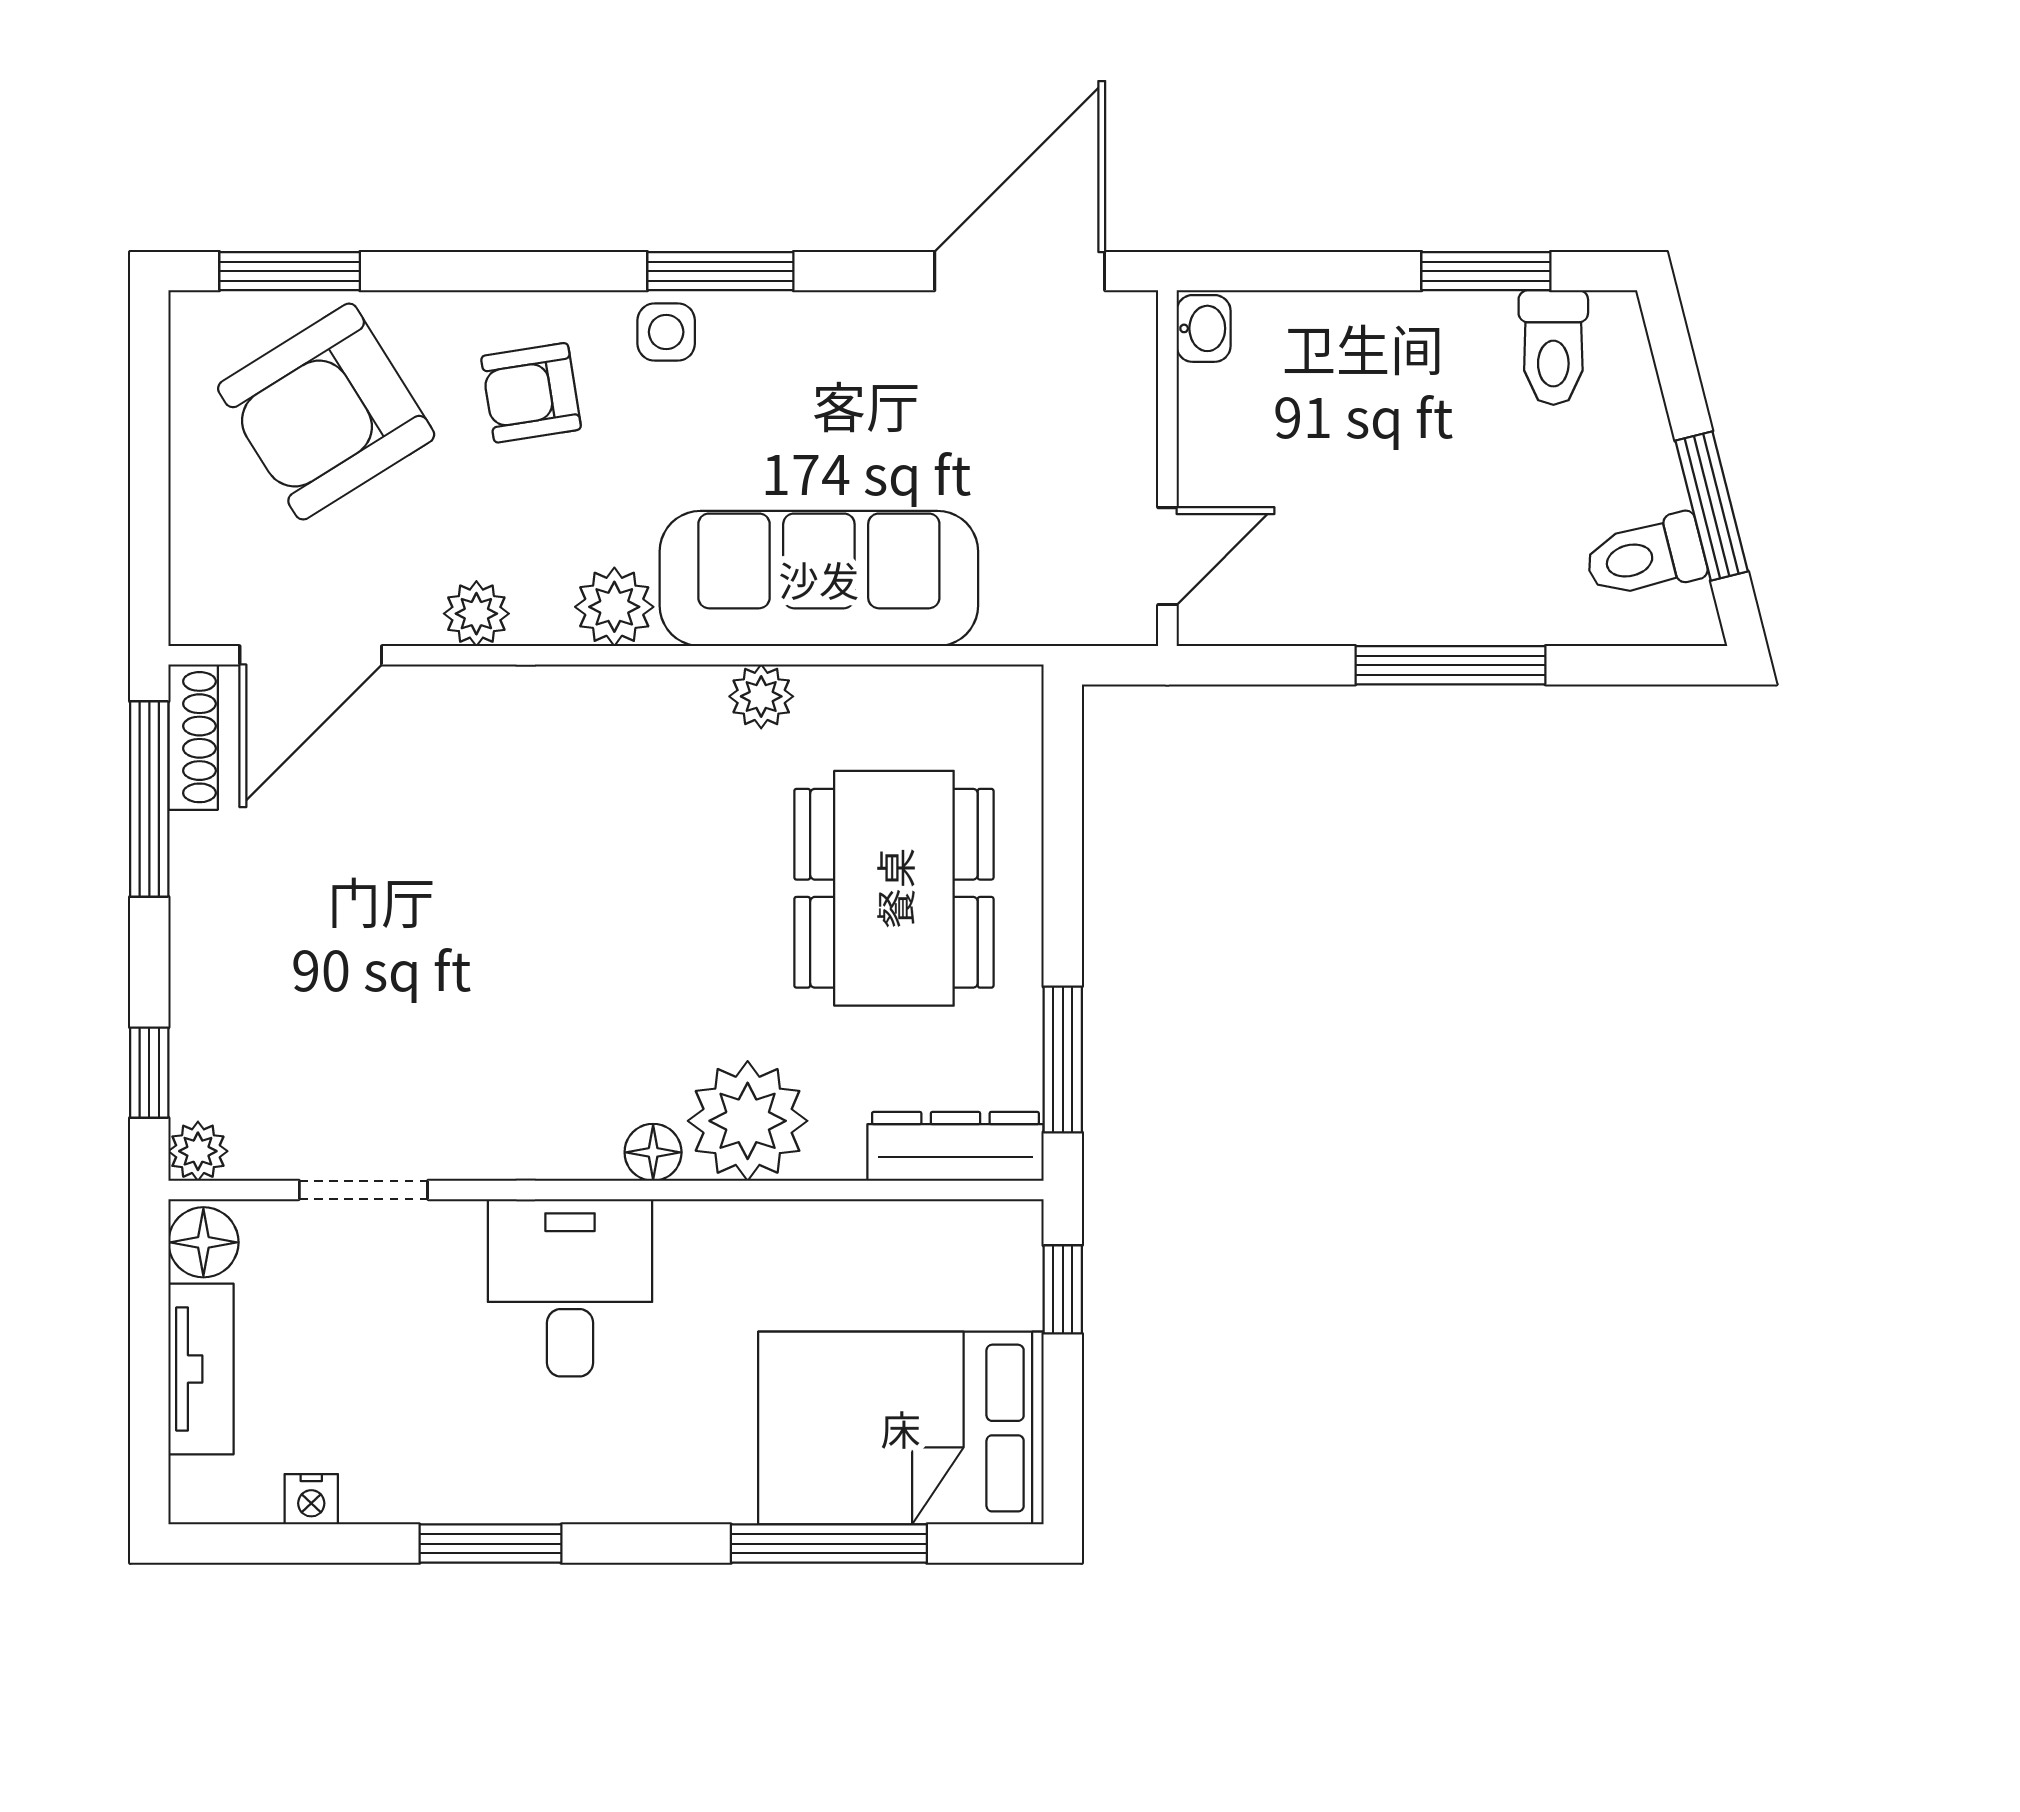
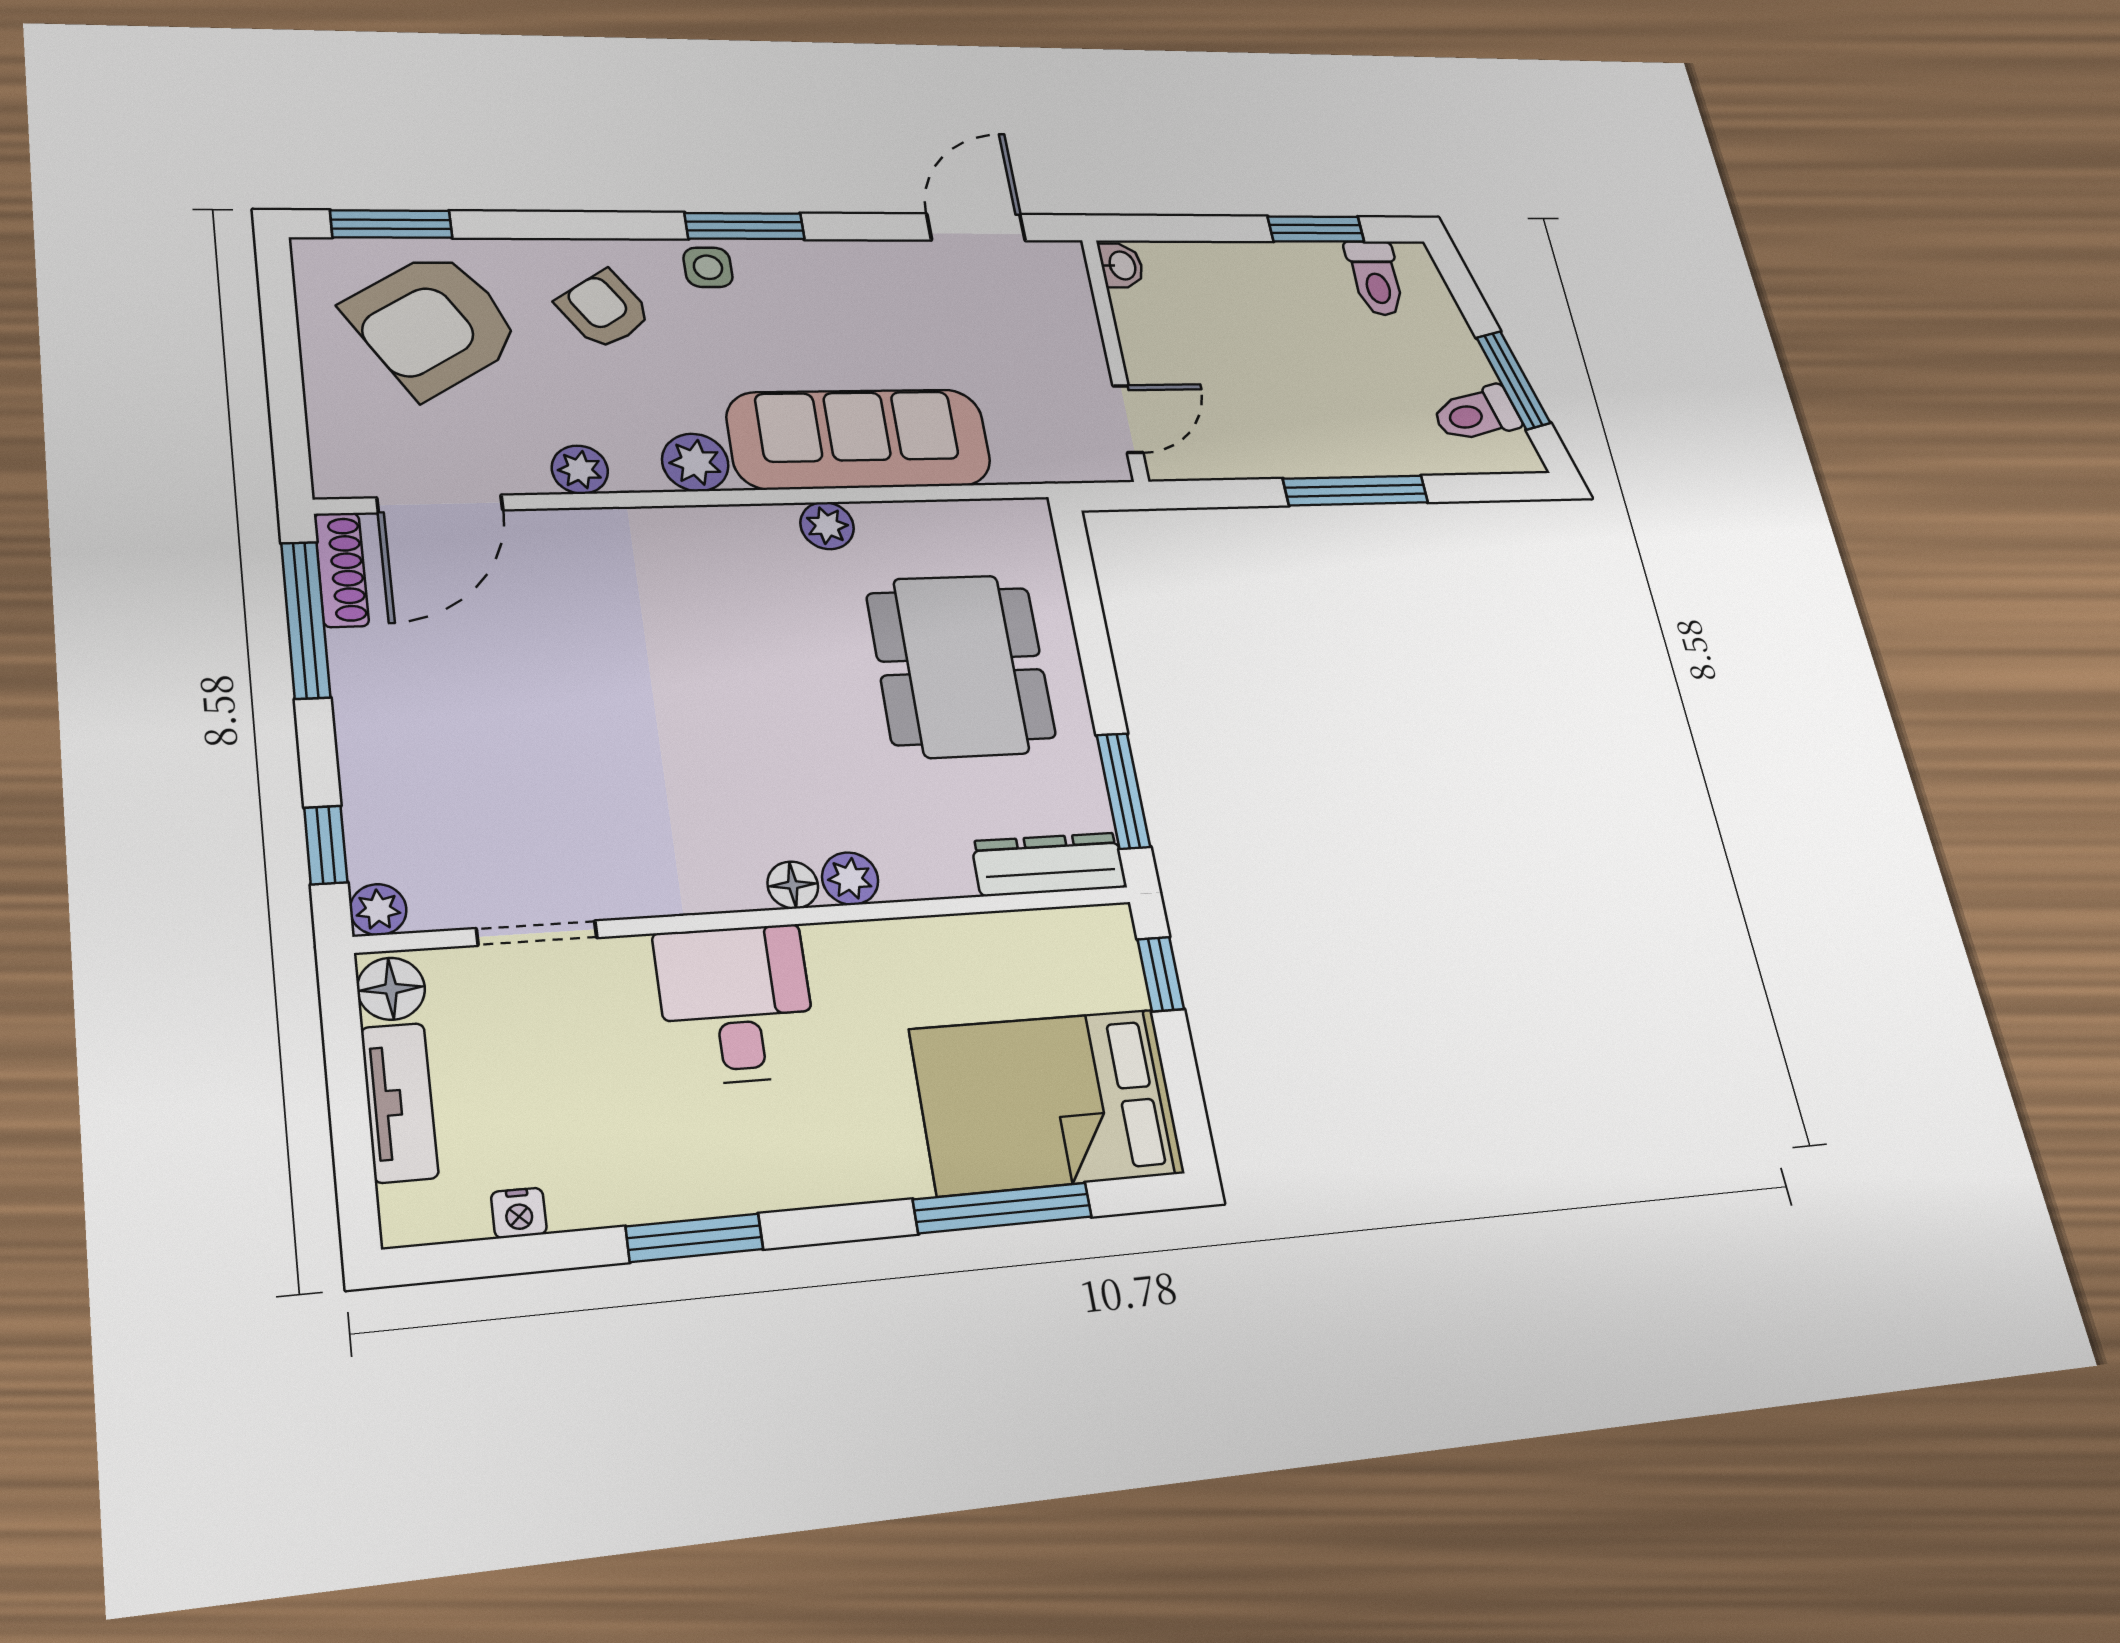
door: (1020, 271) -> (976, 227), width x0.73
armchair: (531, 393) -> (604, 310), turned 65
plant: (748, 1121) -> (850, 879), width x0.53, depth x0.53

